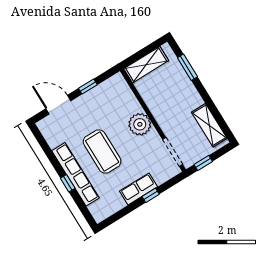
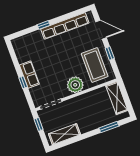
door: (58, 105) -> (101, 30), hinge flipped
coffee table: (102, 152) -> (95, 65), moved, turned 90
row of seats: (75, 174) -> (65, 26), moved

